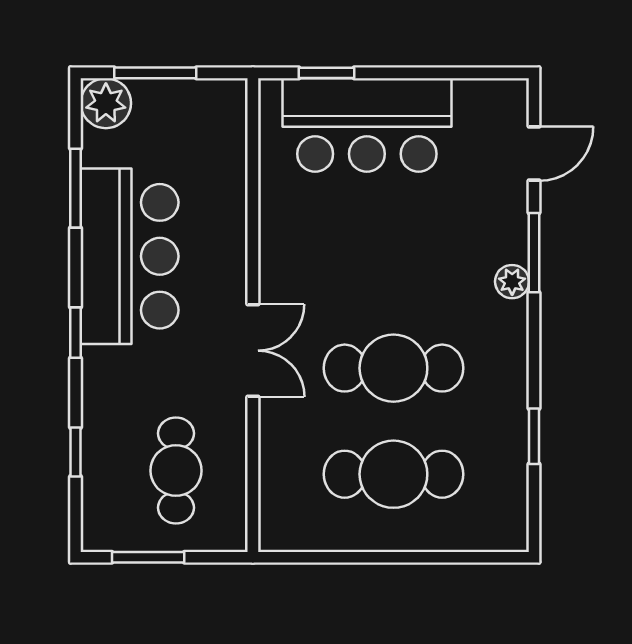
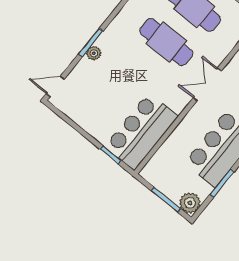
bar counter: (367, 125) -> (141, 131), moved, turned -90
door: (534, 154) -> (55, 86), moved
plant: (512, 282) -> (94, 53), moved

